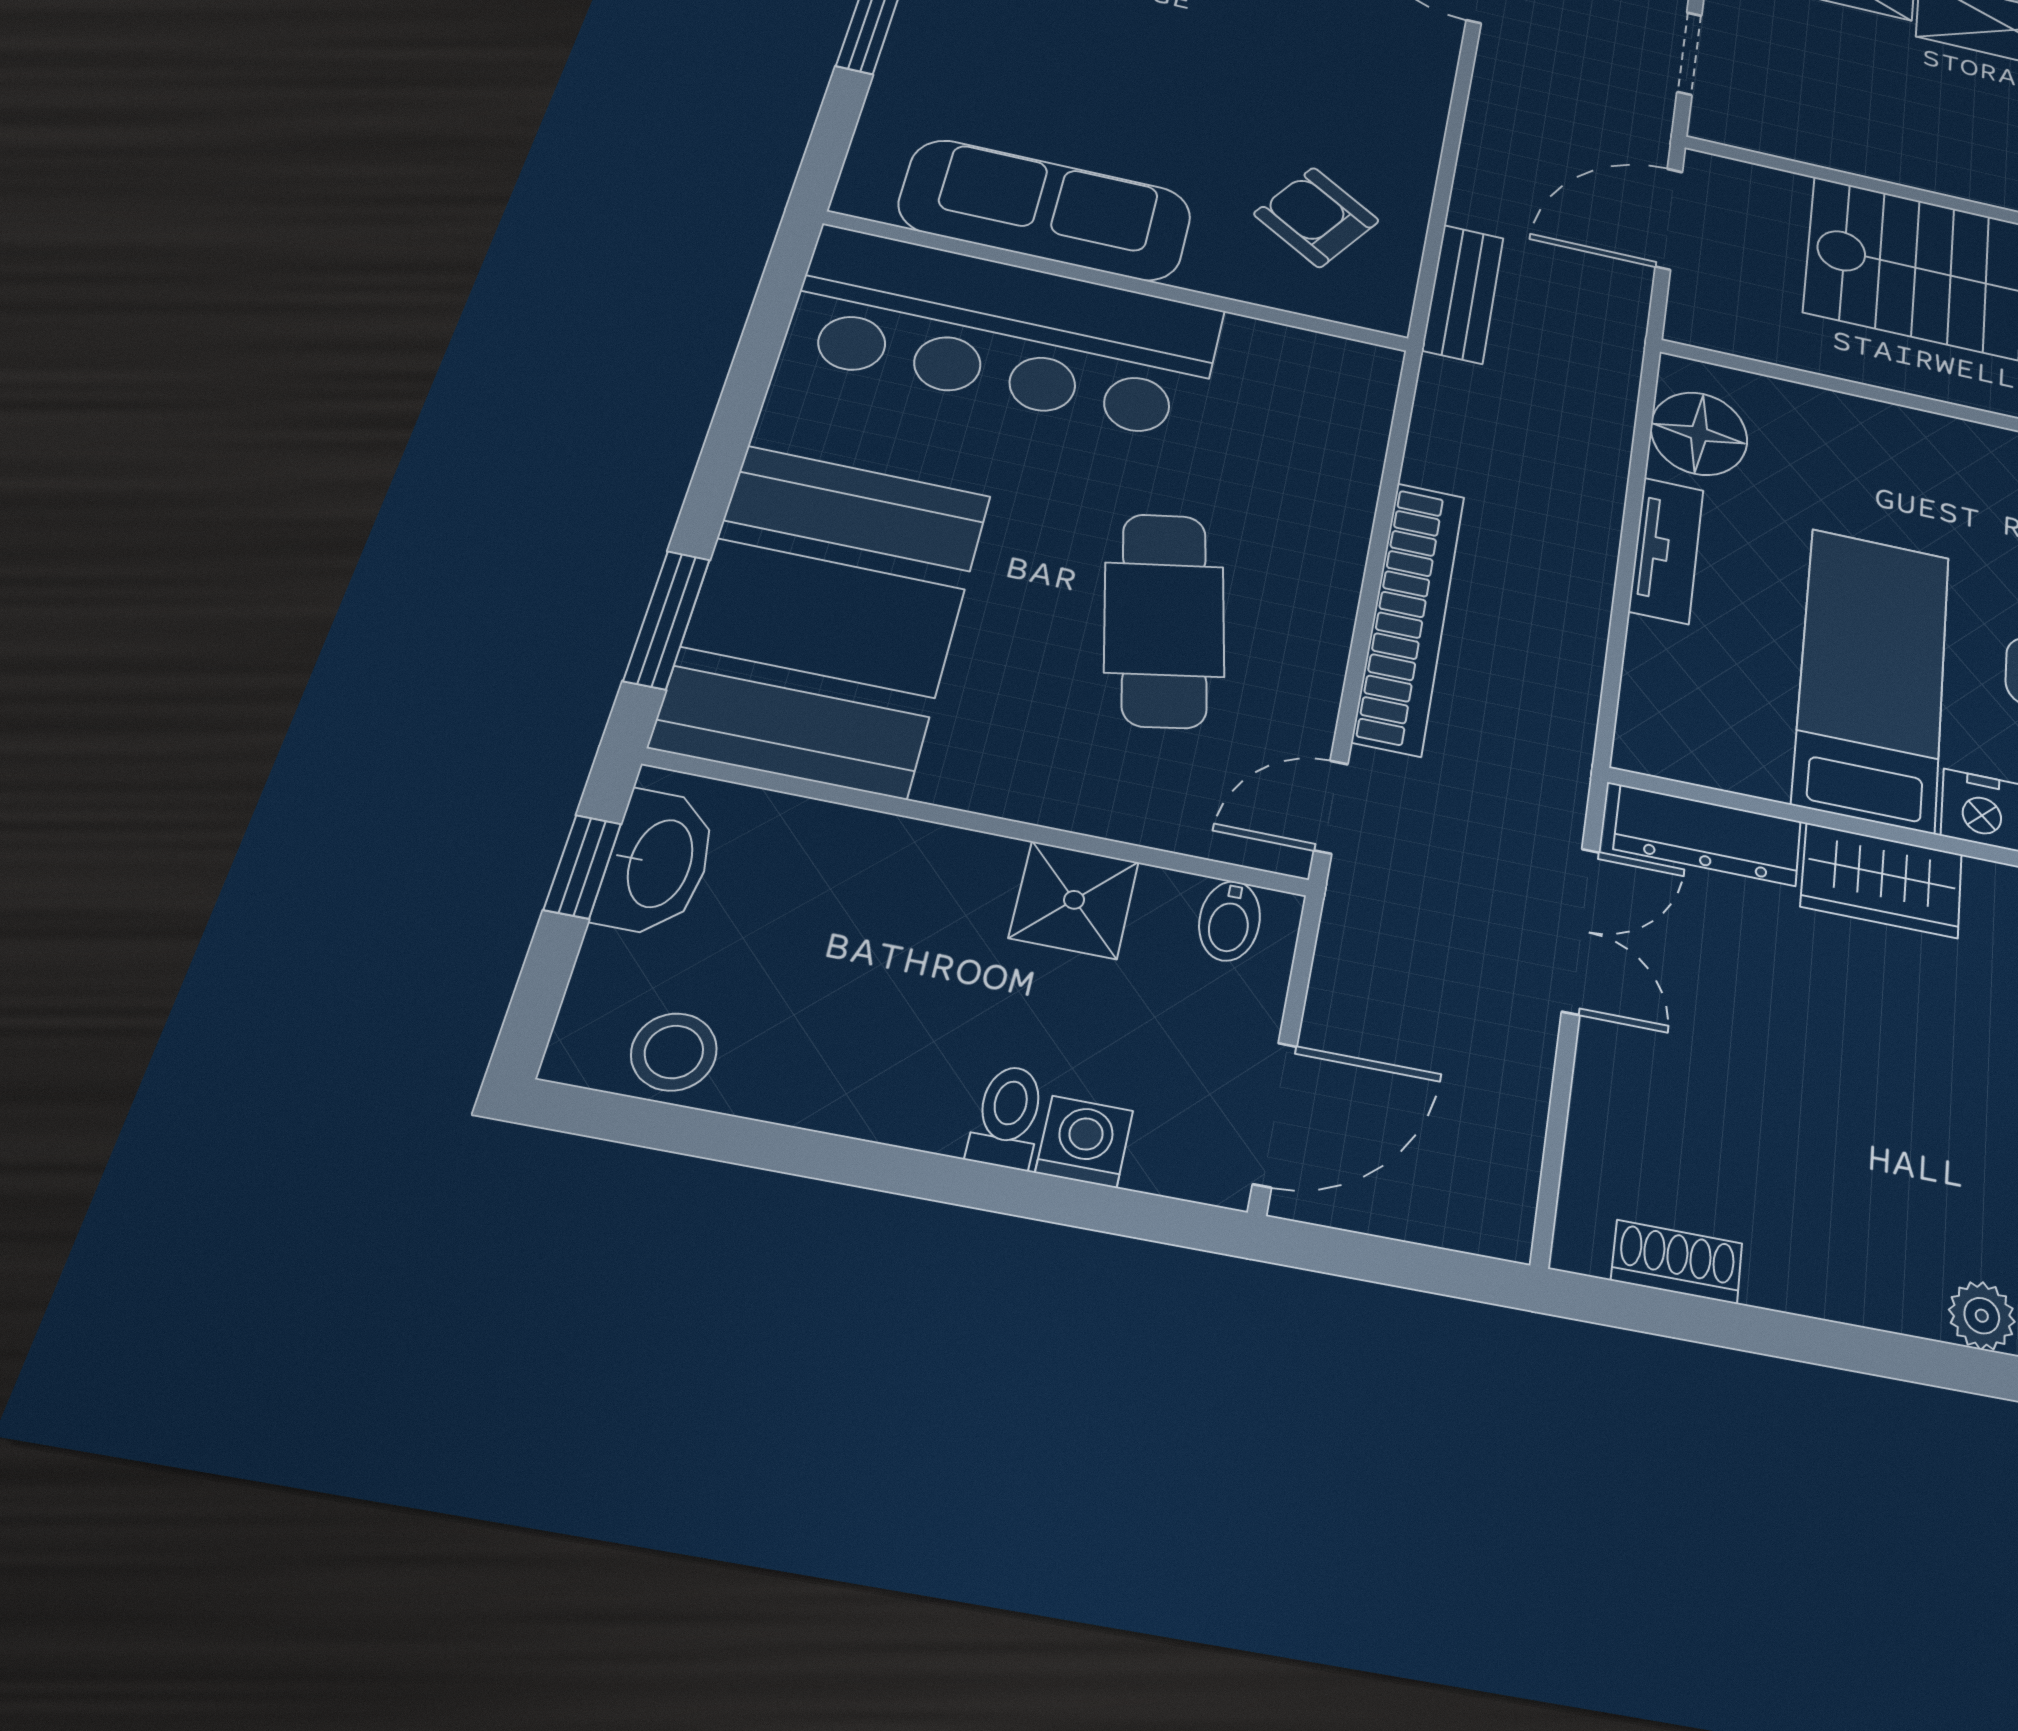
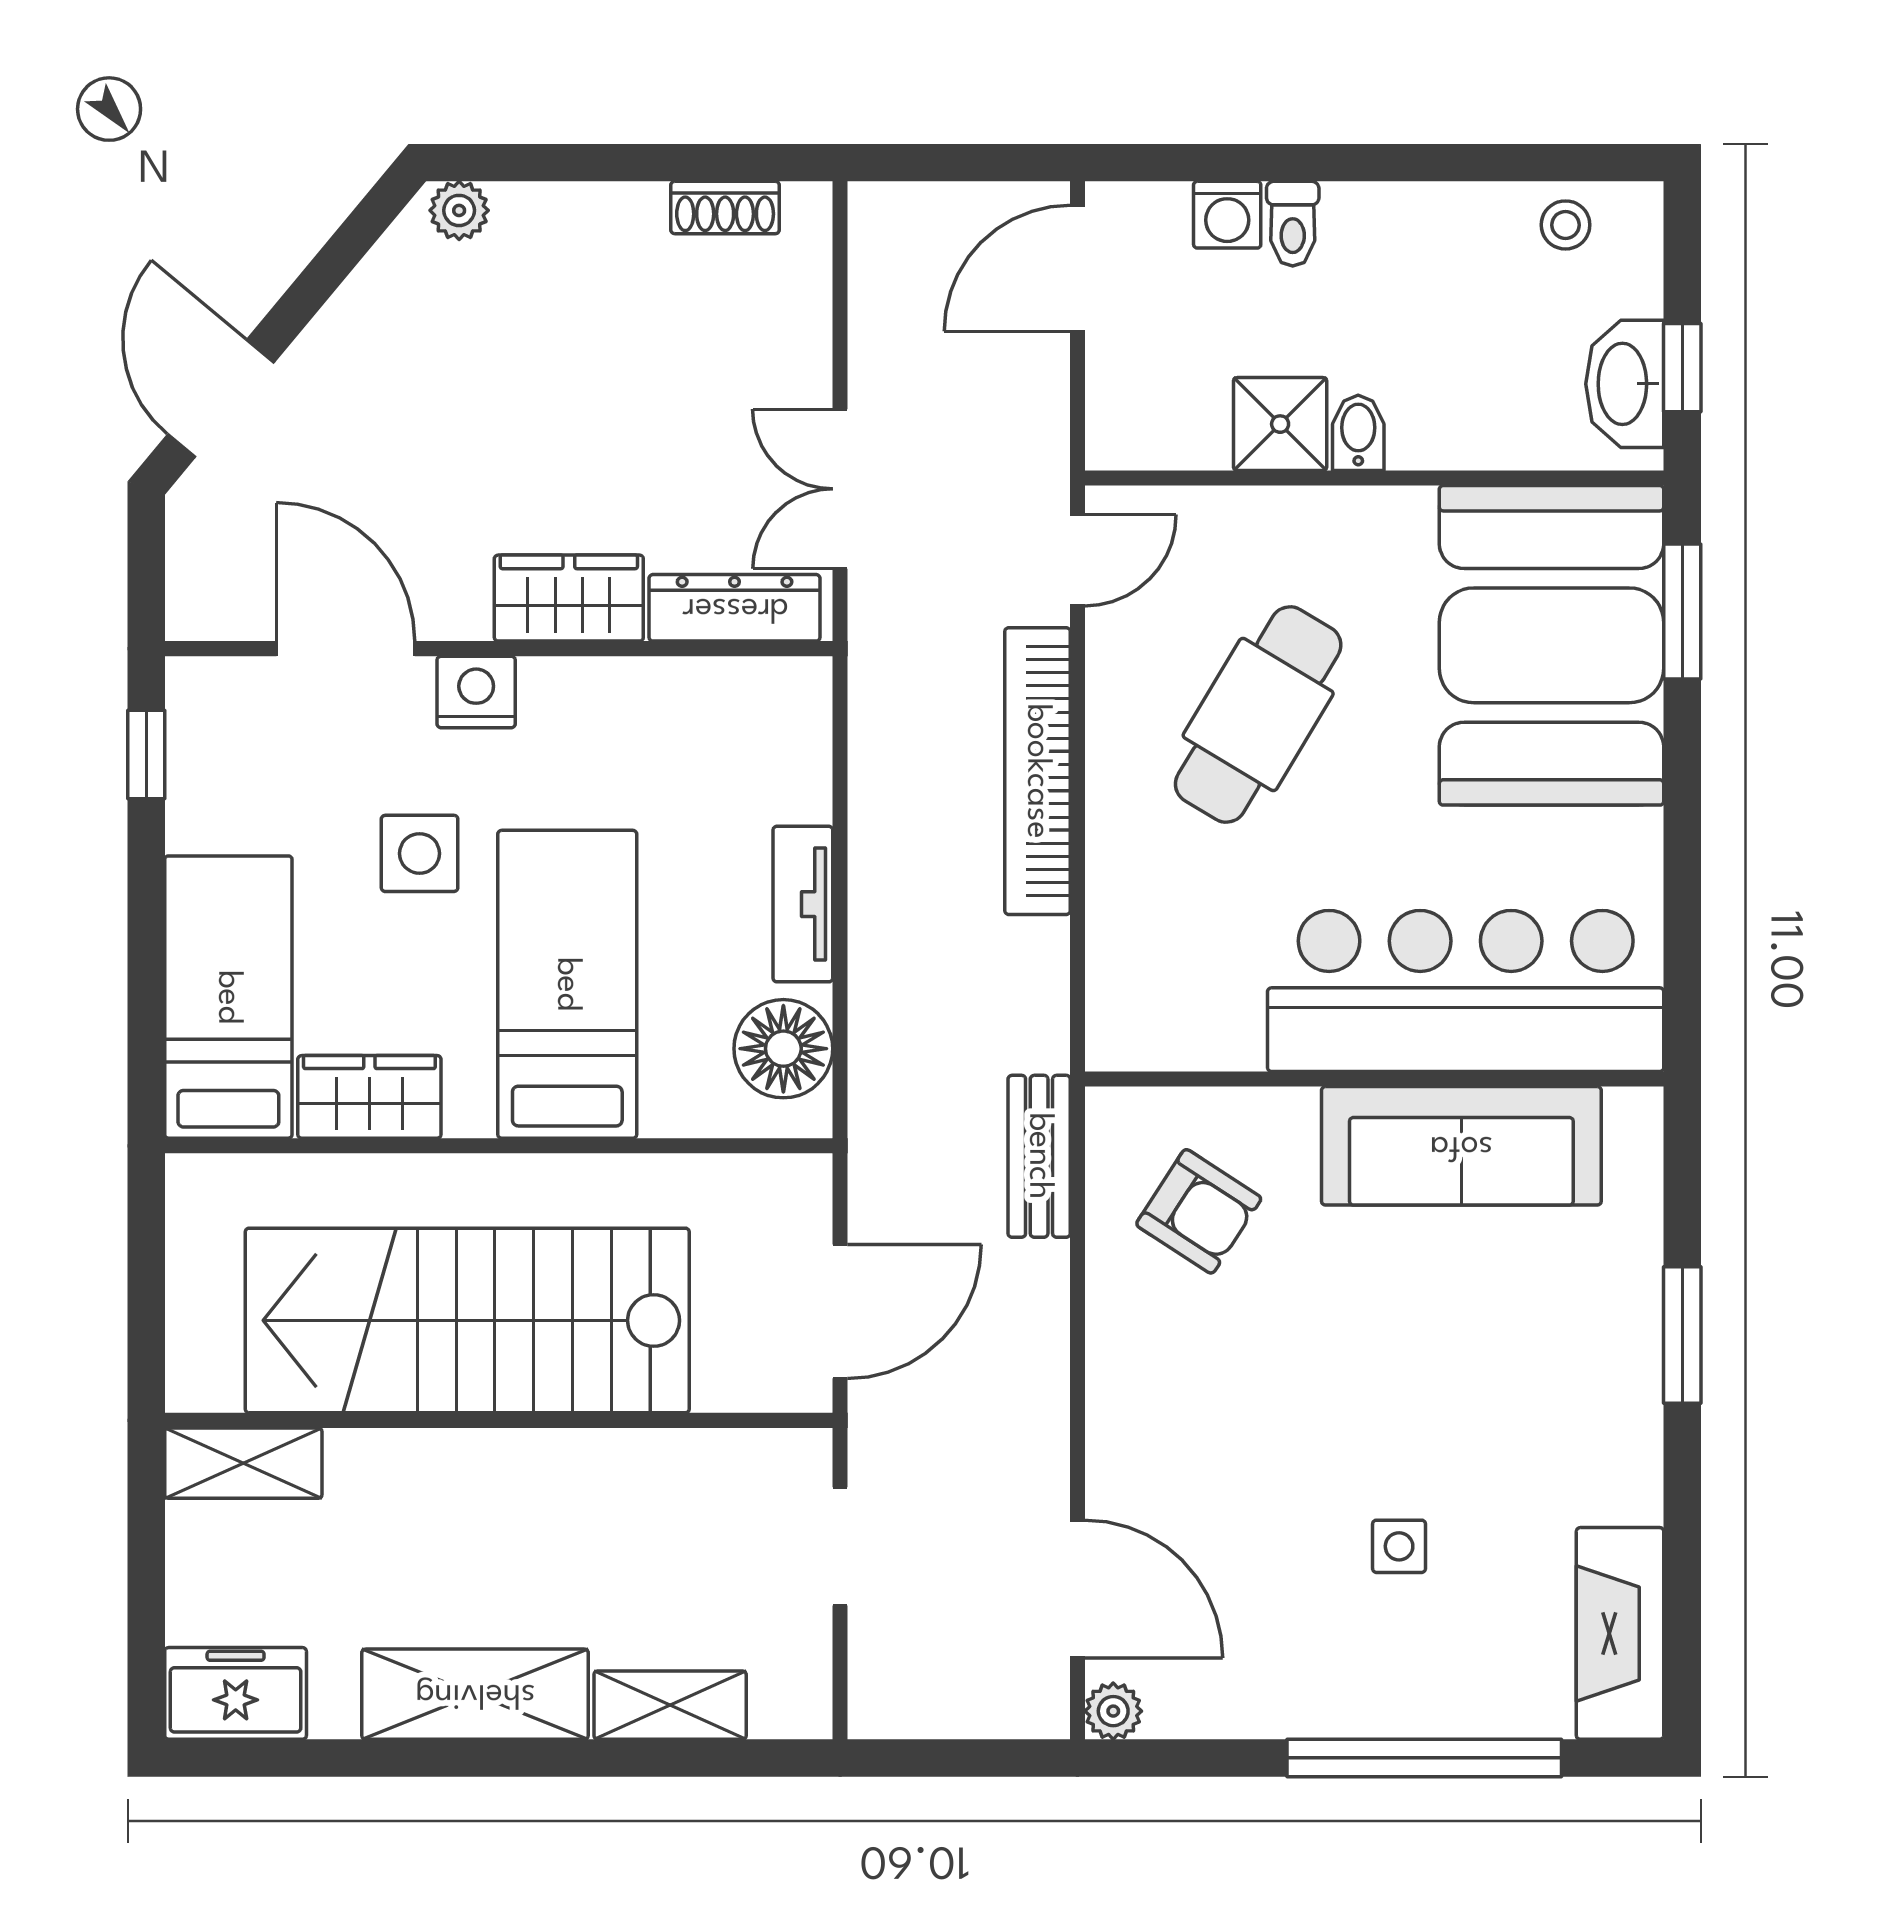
cafe table: (1164, 619) -> (1258, 715), turned 42
bed: (1872, 678) -> (567, 984), moved, turned 180
bidet: (1230, 921) -> (1358, 433), moved
stool: (674, 1052) -> (1566, 225), width x0.73, depth x0.73

